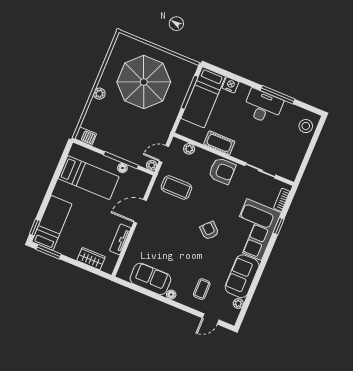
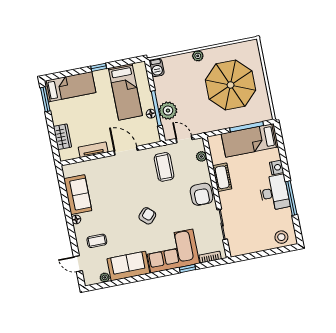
nightstand: (231, 85) -> (277, 167), moved
plant: (152, 165) -> (168, 111), moved, width x1.88, depth x1.88
window: (35, 227) -> (99, 67), moved

